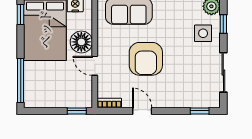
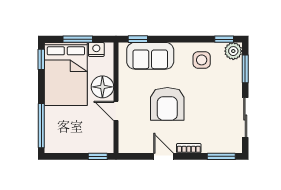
window: (223, 24) -> (245, 69), width x1.50
side table: (203, 33) -> (202, 60), moved
bookcase: (109, 103) -> (189, 148), moved
window: (200, 111) -> (221, 156), width x1.50

